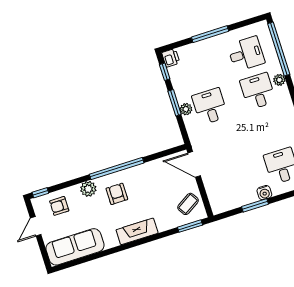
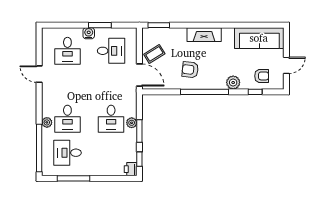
window: (210, 34) -> (73, 178), moved
desk: (234, 181) -> (111, 51), added
window: (40, 193) -> (255, 92), moved
armchair: (117, 194) -> (190, 70), moved, turned 96
coffee table: (188, 204) -> (154, 54), moved

